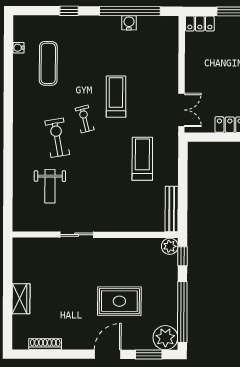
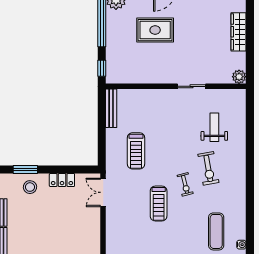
plant: (170, 246) -> (239, 77), moved
wardrobe: (21, 299) -> (239, 32), width x1.50

